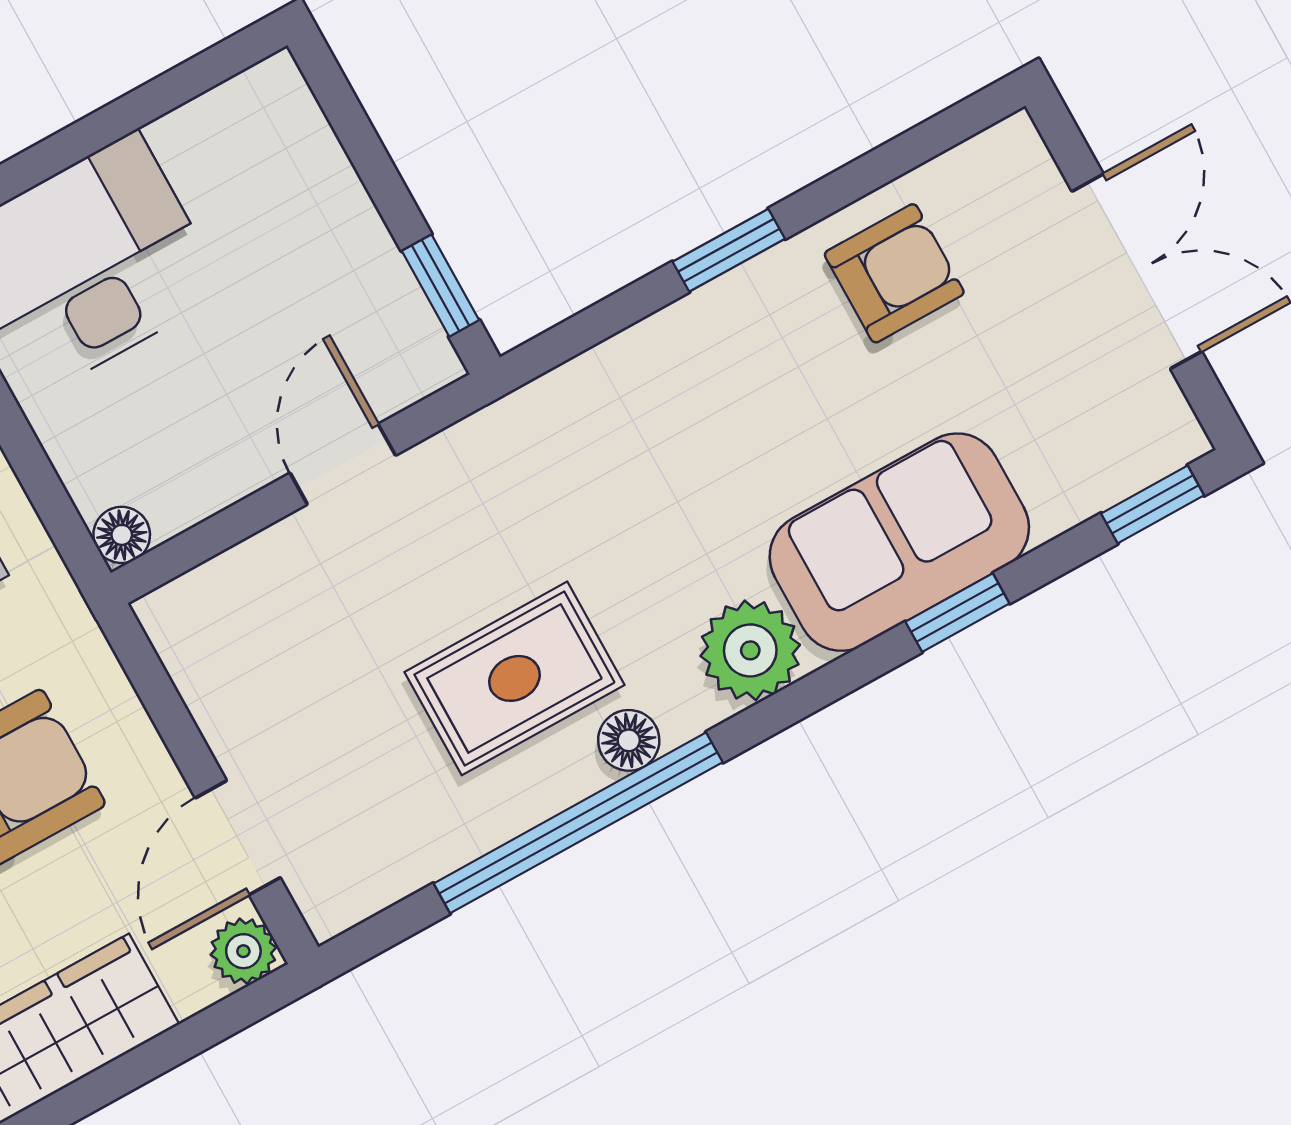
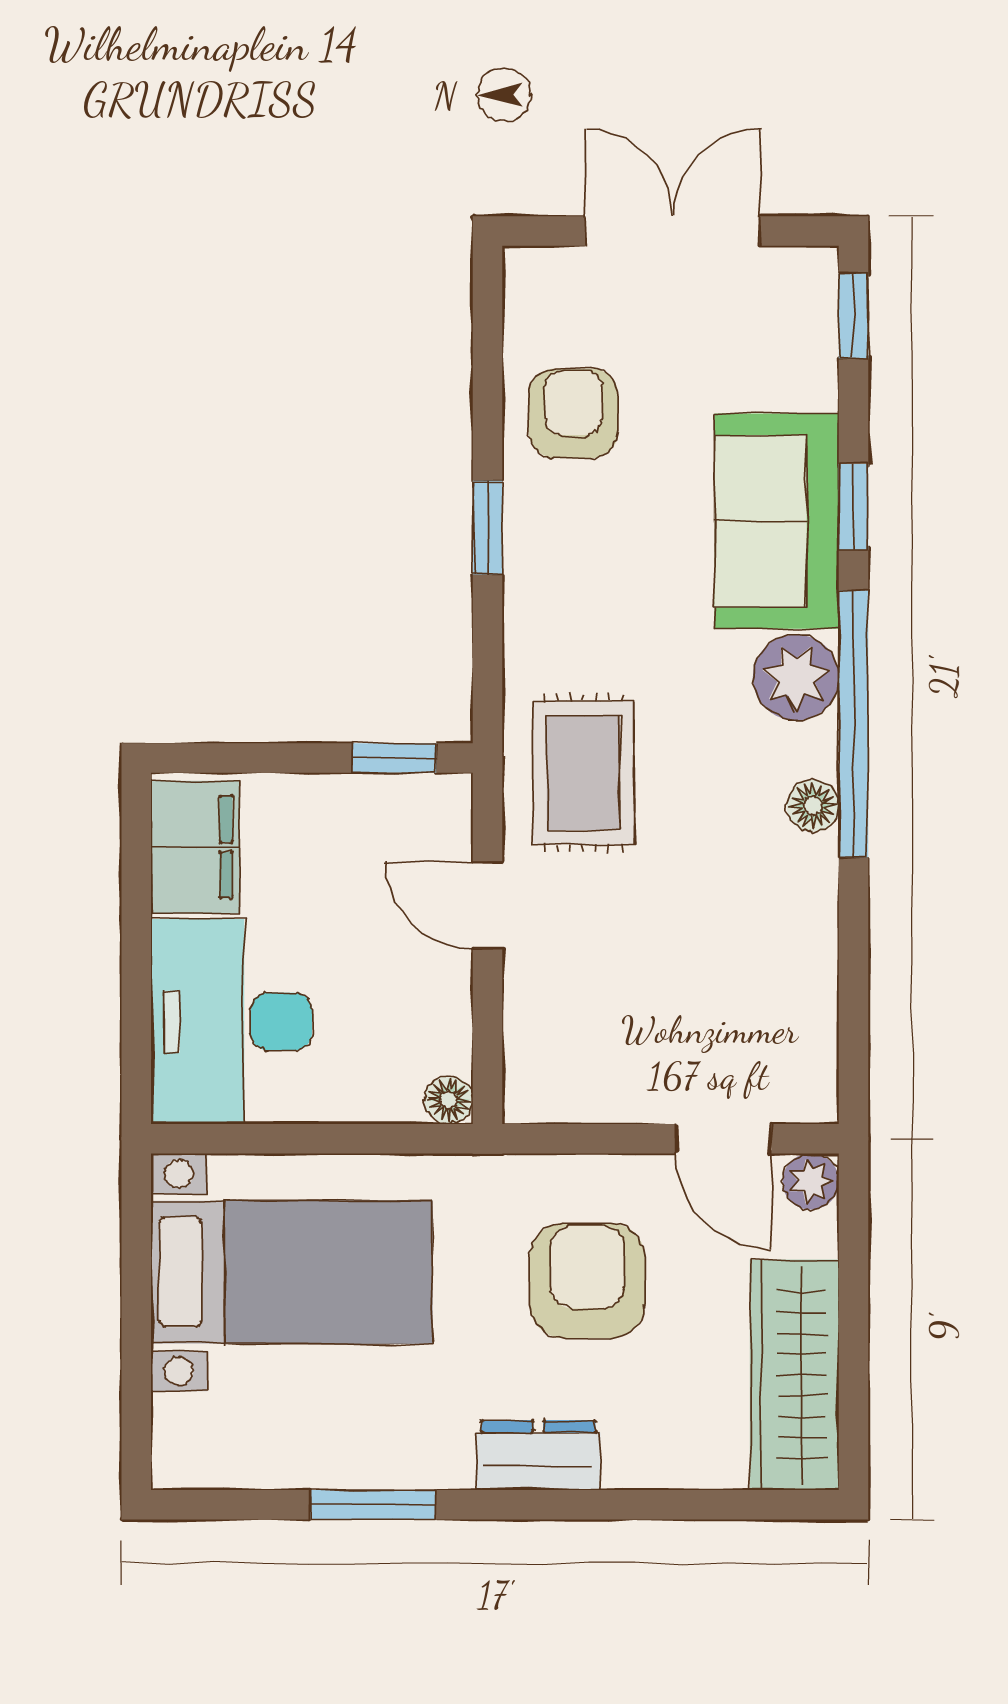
filing cabinet: (236, 132) -> (195, 847), added
rug: (514, 678) -> (583, 773), moved
window: (578, 823) -> (854, 724), moved

